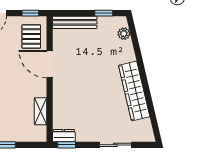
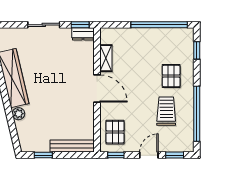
plant: (124, 34) -> (18, 114), moved
door: (50, 64) -> (97, 88), moved
sliding door: (115, 145) -> (44, 25), moved

